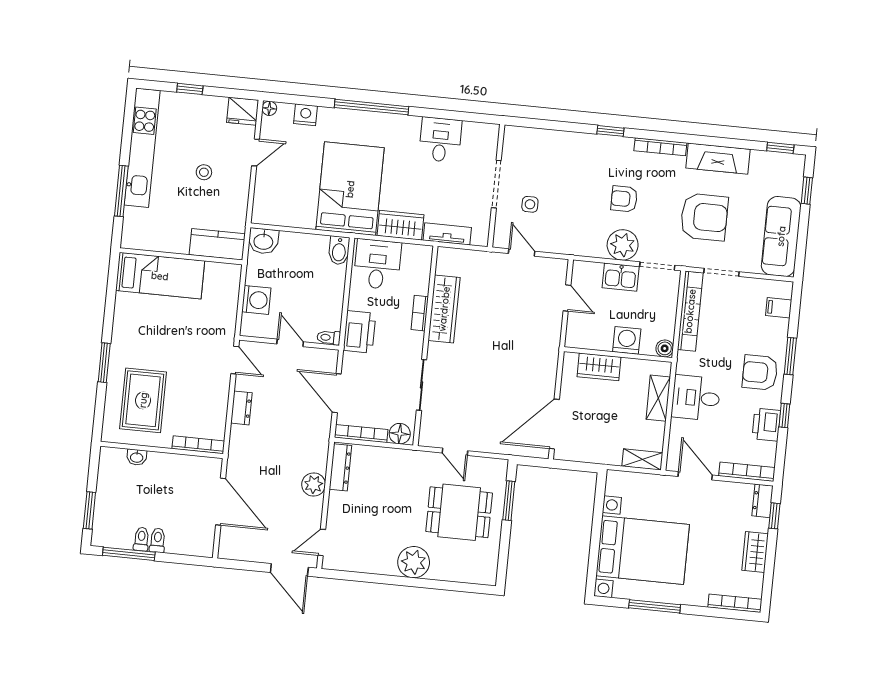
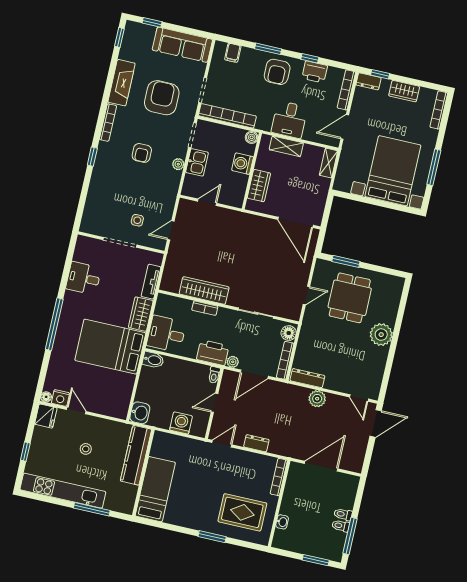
nightstand: (306, 115) -> (60, 398), moved, turned -90
kitchen counter: (217, 244) -> (136, 455), width x1.50
plant: (623, 245) -> (178, 164), width x0.53, depth x0.53
plant: (350, 361) -> (233, 362), added

